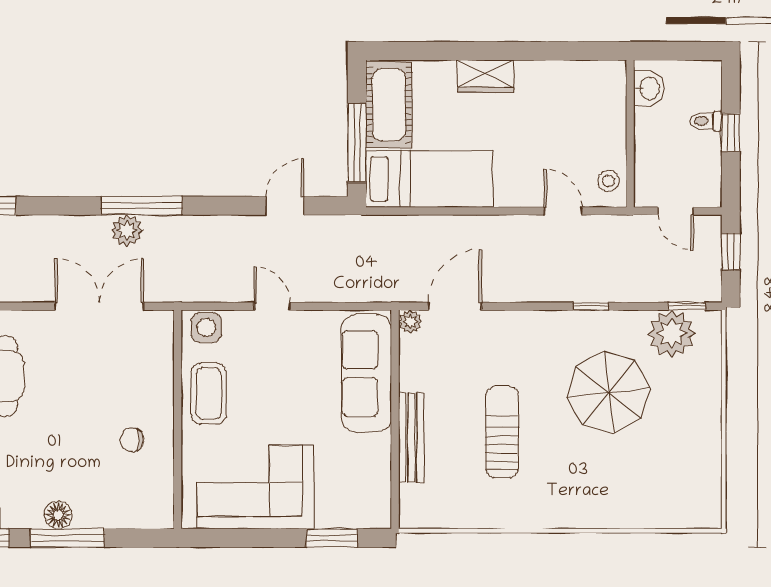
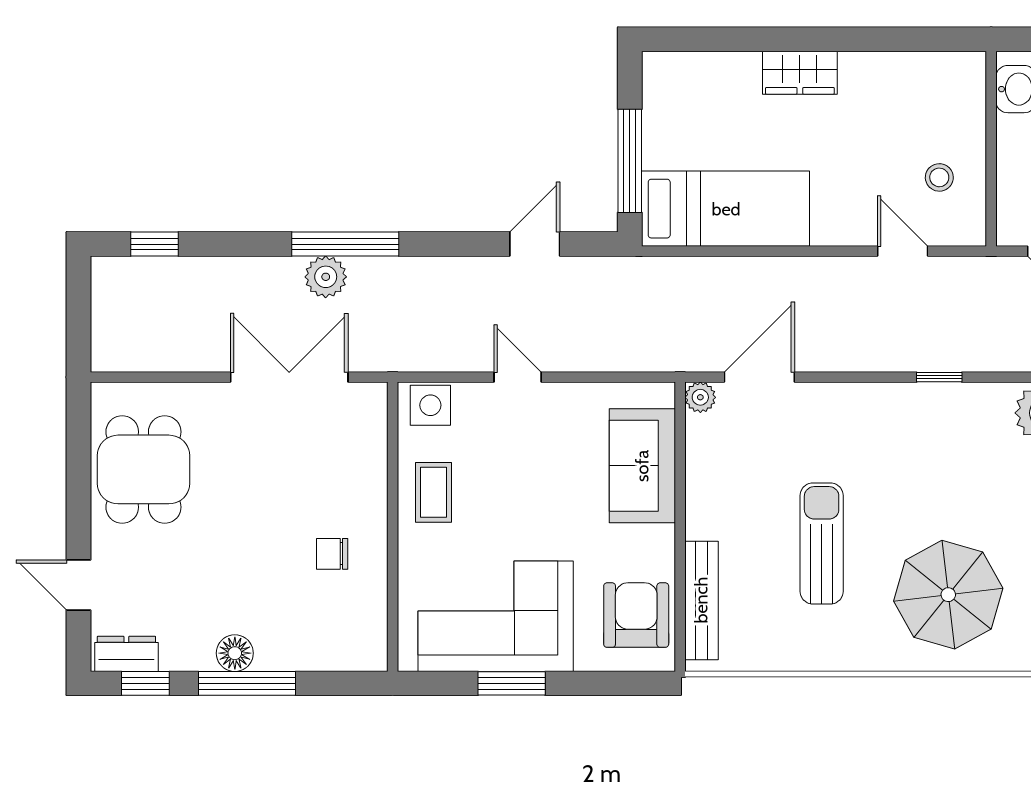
cot: (389, 105) -> (672, 110), removed
stool: (608, 181) -> (939, 177), moved
sofa: (366, 373) -> (642, 466), width x0.73
parasol: (609, 392) -> (948, 595), moved
coffee table: (209, 393) -> (434, 492), width x0.73, depth x0.77
bench: (411, 438) -> (701, 600), moved
armchair: (362, 486) -> (636, 615), added
window: (332, 538) -> (512, 683), moved

